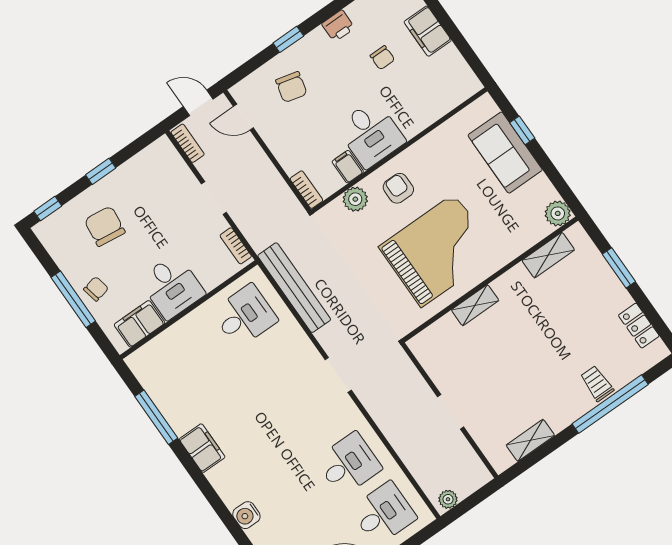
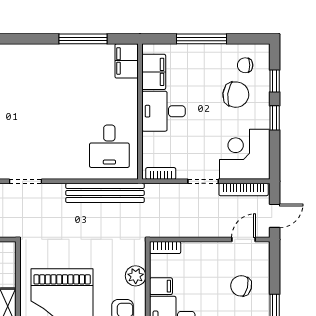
bookcase: (188, 143) -> (244, 190), width x1.56
corner desk: (158, 176) -> (245, 154), added
window: (48, 209) -> (275, 81), moved
chair: (96, 289) -> (245, 65), moved, turned 102
filing cabinet: (202, 448) -> (127, 61), moved, turned 90

